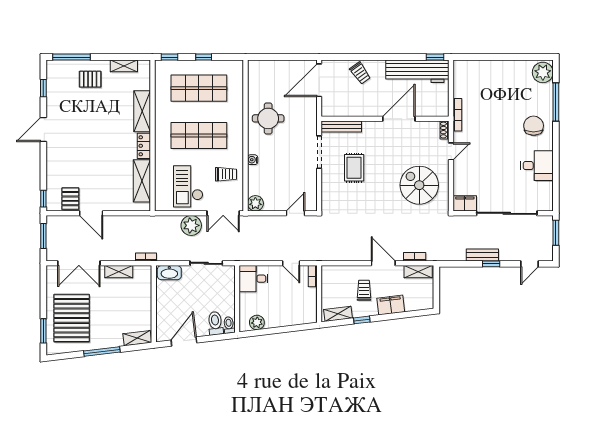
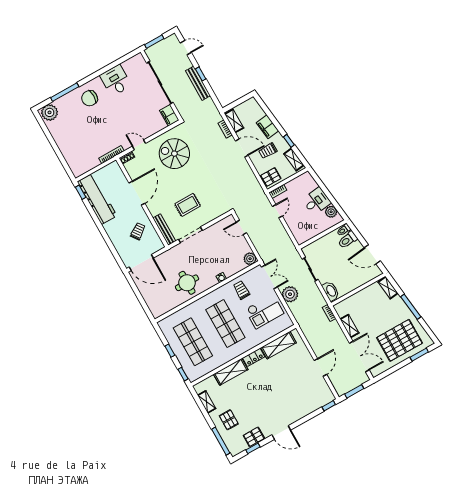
trolley: (360, 73) -> (138, 231), moved
door: (399, 119) -> (137, 193), swing flipped
spiral stairs: (419, 185) -> (174, 154), turned 90
pallet: (70, 199) -> (254, 437), moved
bench: (482, 255) -> (198, 83), width x1.36
door: (383, 263) -> (242, 148), swing flipped
pallet: (333, 277) -> (271, 177), added
desk: (254, 279) -> (317, 201), moved, turned -97

